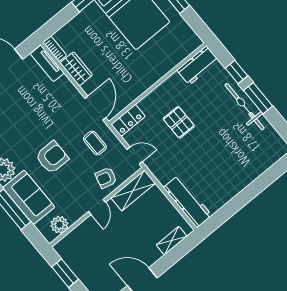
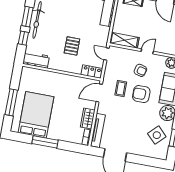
tv unit: (47, 63) -> (98, 130), width x1.41
coffee table: (95, 143) -> (121, 88), moved
armchair: (106, 178) -> (140, 70), moved

